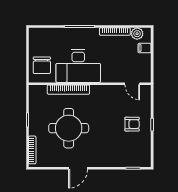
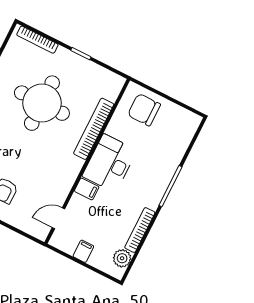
filing cabinet: (145, 48) -> (83, 251), moved
desk: (78, 66) -> (110, 163), width x0.73, depth x0.77
filing cabinet: (106, 76) -> (87, 189), added

